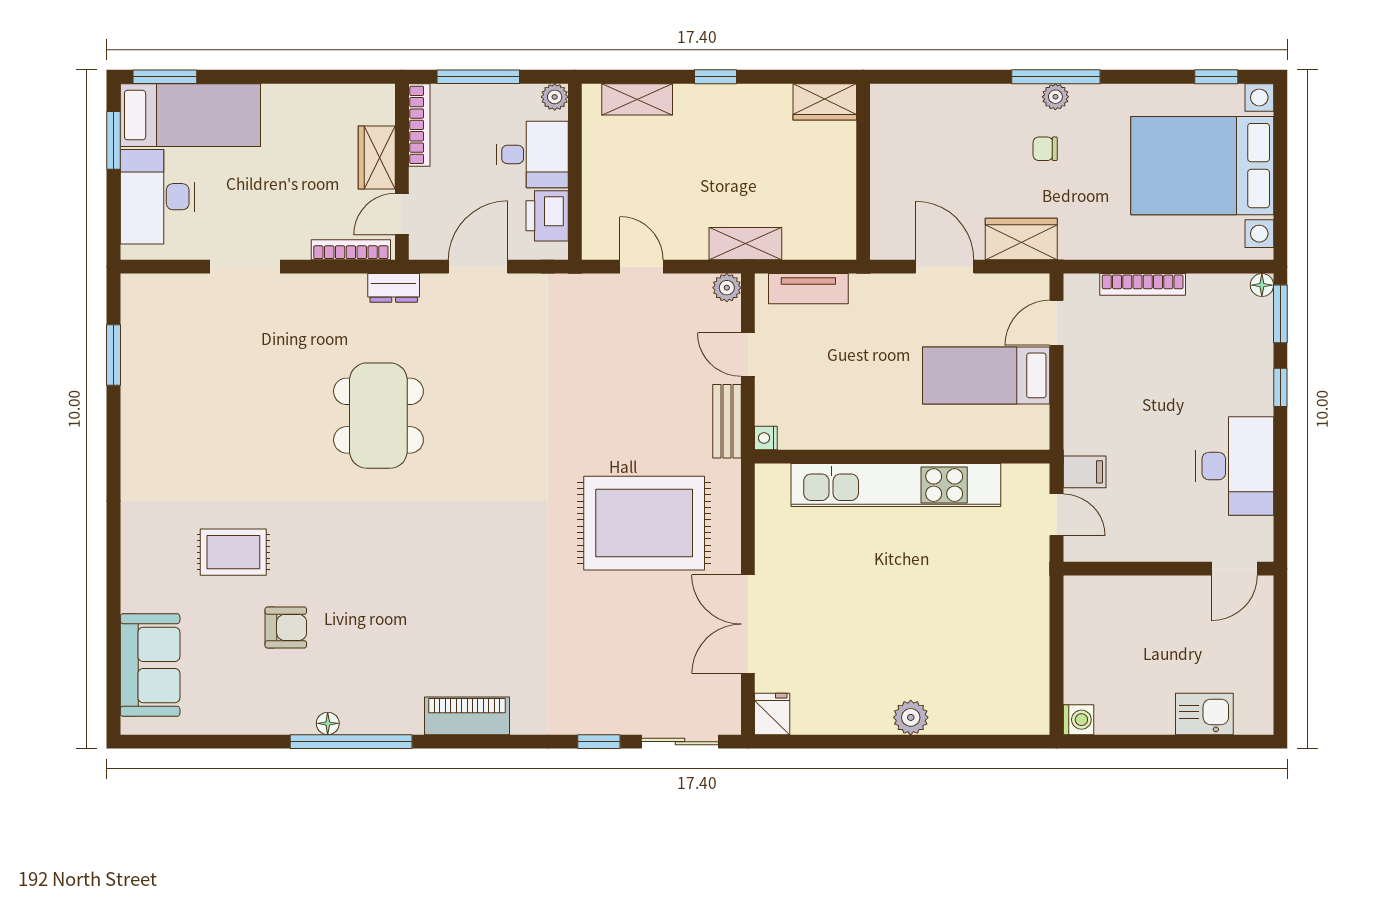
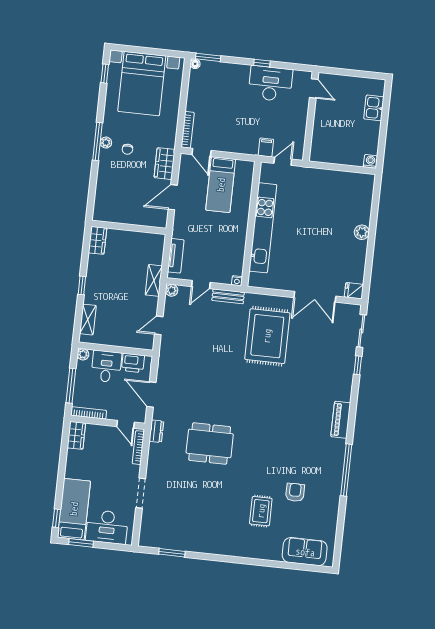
window: (165, 77) -> (57, 518), width x0.67
wardrobe: (377, 157) -> (76, 435), moved, turned -90
bookcase: (1143, 284) -> (188, 130), moved
window: (1280, 387) -> (262, 63), moved
floor lamp: (328, 723) -> (338, 479), removed

